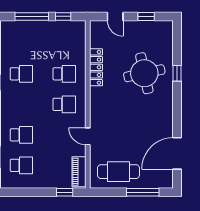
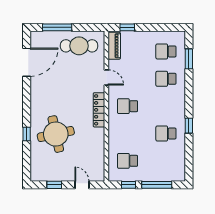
locker: (96, 67) -> (99, 110), moved
school desk: (64, 74) -> (128, 161), moved

